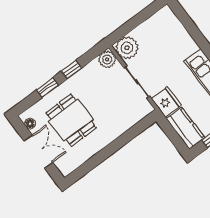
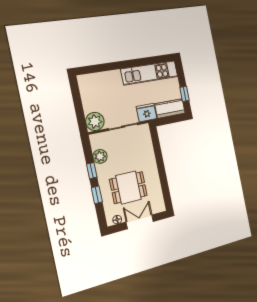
plant: (107, 59) -> (100, 156), moved

